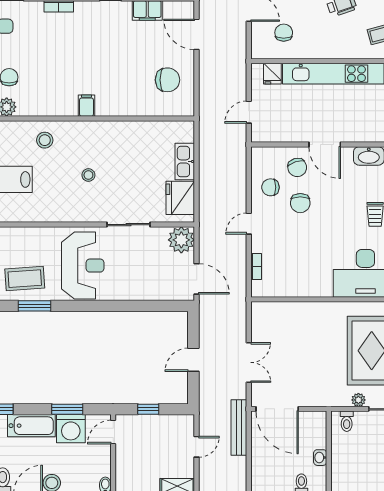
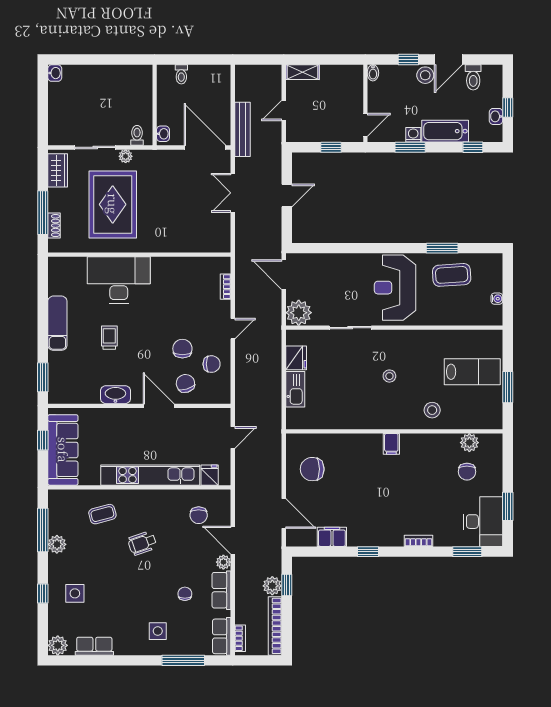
fridge: (180, 198) -> (296, 358), width x0.73, depth x0.75
washing machine: (71, 429) -> (413, 135), width x0.53, depth x0.53
washbasin: (320, 458) -> (163, 134), moved

